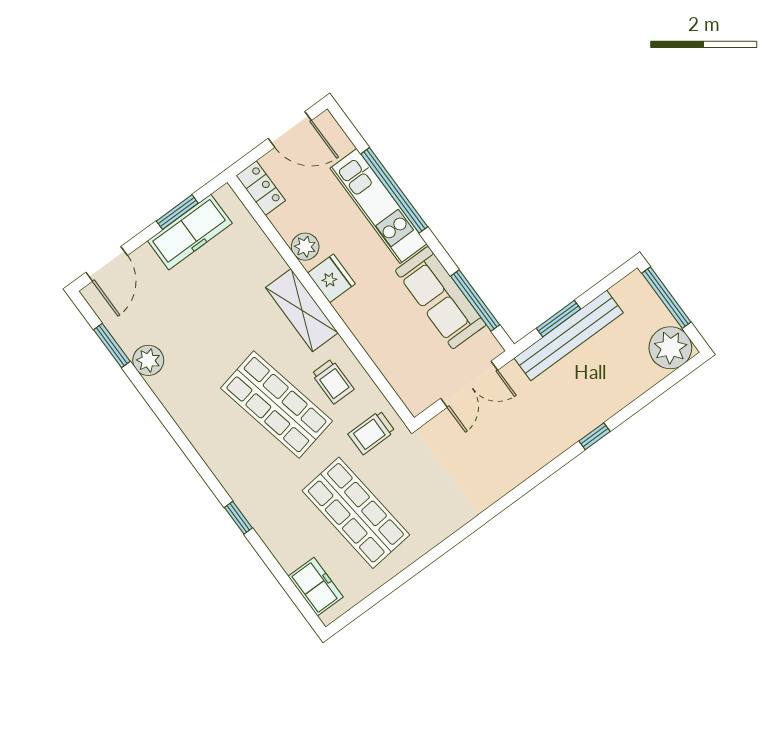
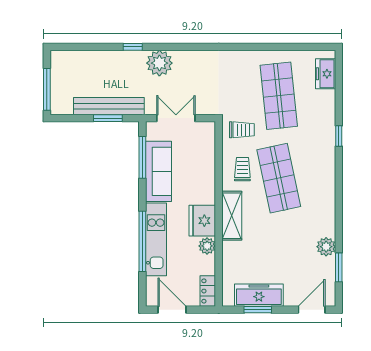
fridge: (331, 278) -> (202, 221), width x1.36, depth x1.34
plant: (670, 348) -> (159, 63), moved

